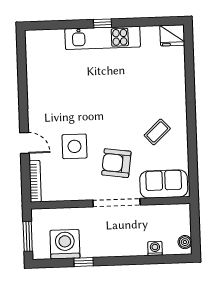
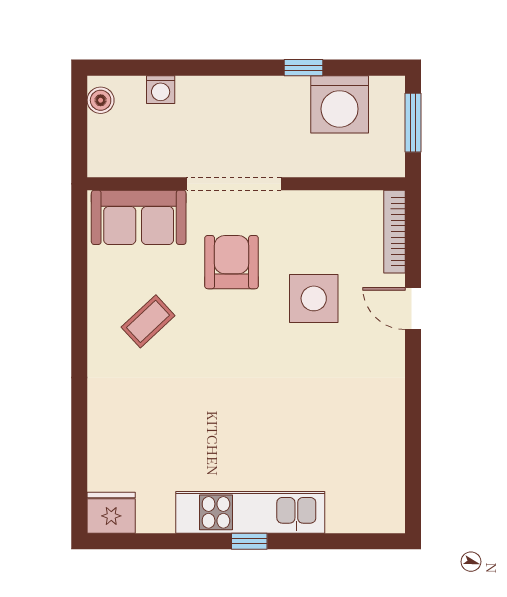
armchair: (116, 163) -> (232, 262), turned -98

